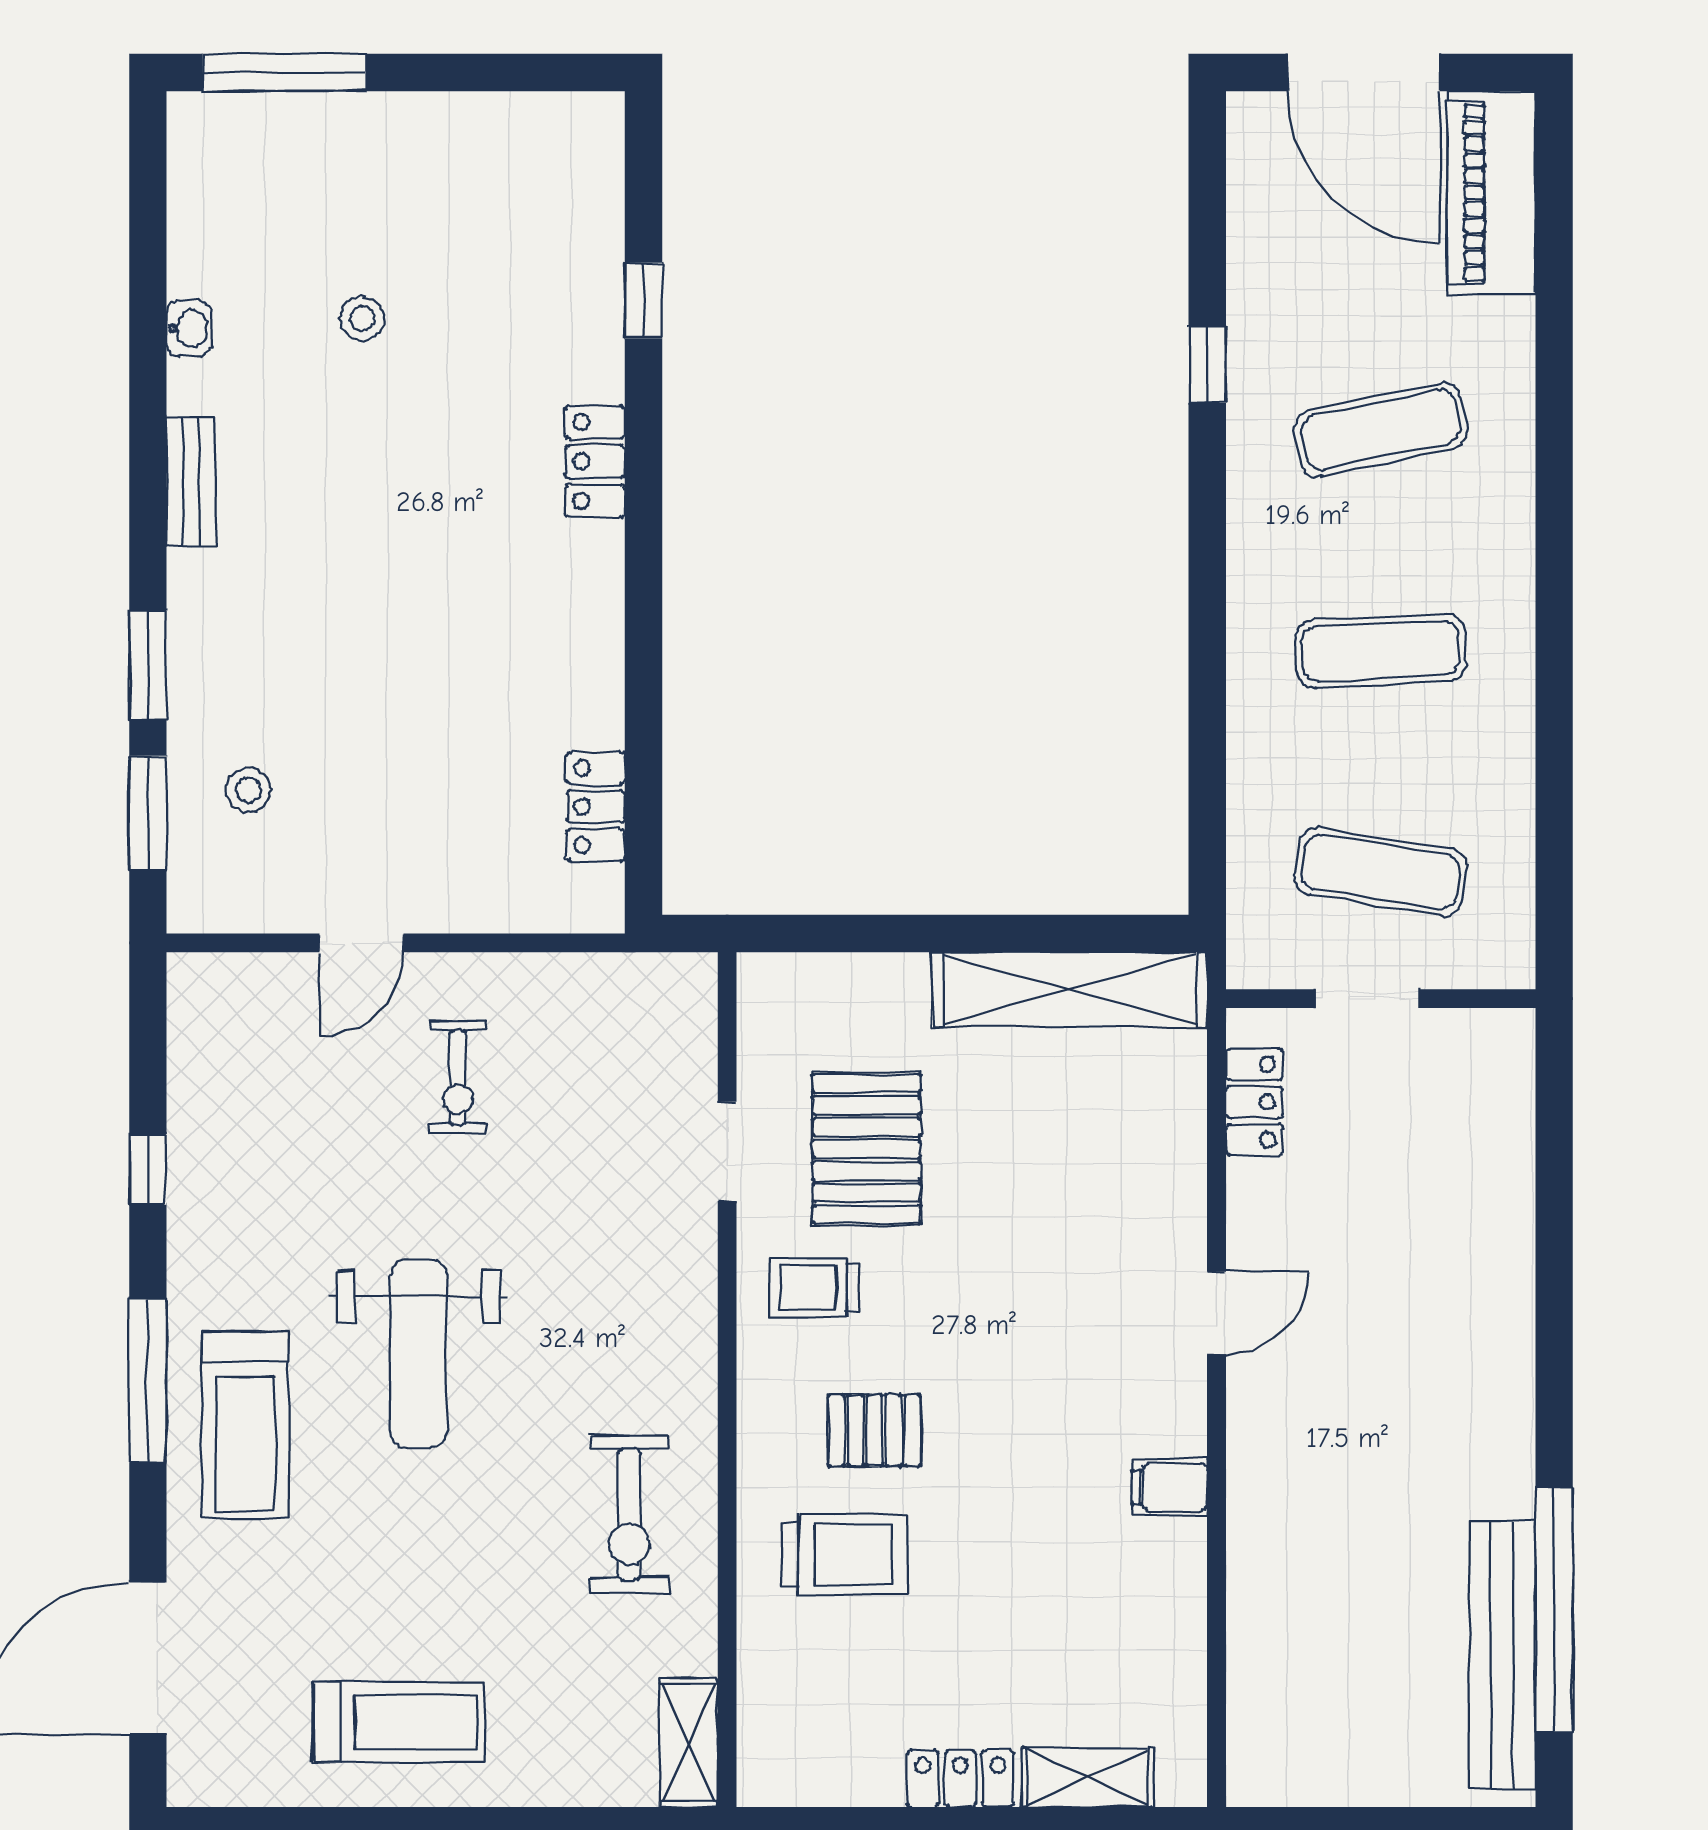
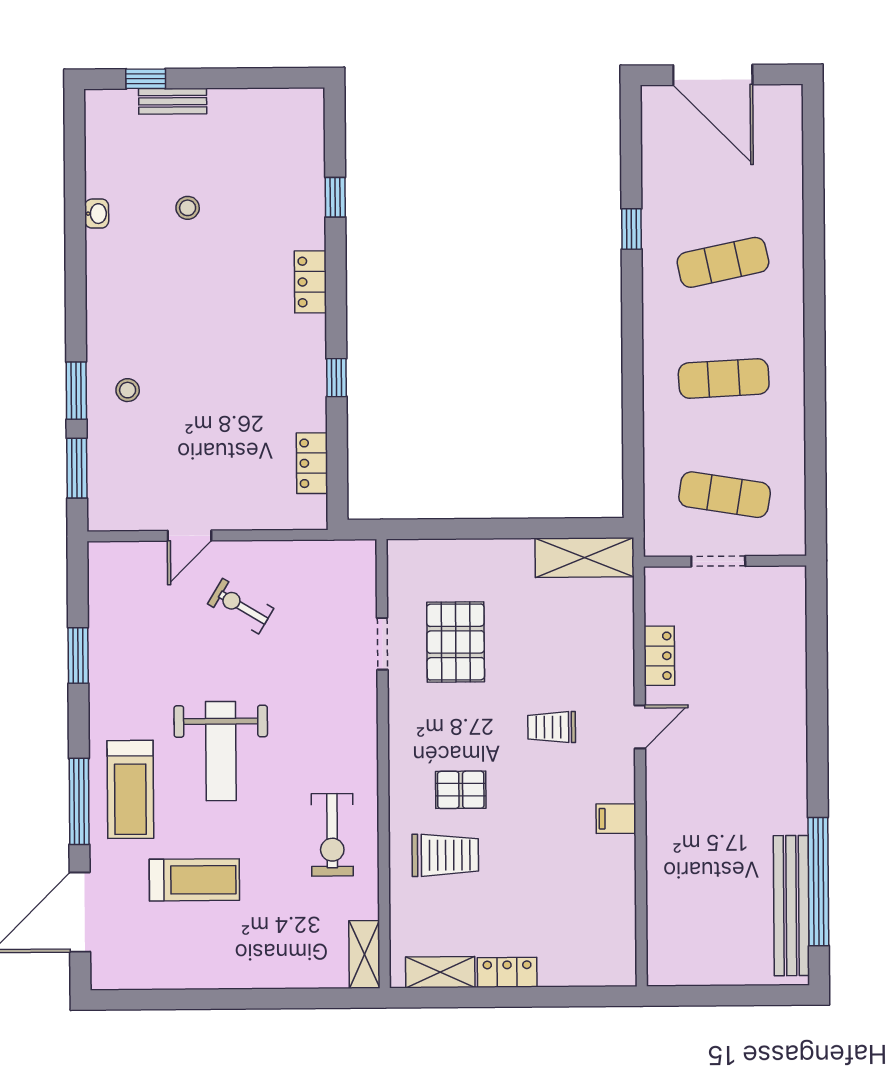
window: (284, 72) -> (146, 79), width x0.46
piano: (1491, 193) -> (780, 138), removed
bench: (191, 481) -> (173, 101), moved, turned 90
window: (643, 644) -> (337, 378), added
stool: (248, 790) -> (128, 390), moved
shelving: (1070, 990) -> (585, 557), width x0.68
exercise bike: (458, 1078) -> (241, 606), turned 121
locker: (1254, 1102) -> (659, 656), moved
window: (148, 1169) -> (78, 655), width x1.50
trolley: (814, 1288) -> (552, 727), moved
window: (148, 1381) -> (79, 801), moved
treadmill: (399, 1722) -> (194, 880), moved
shelving: (1087, 1777) -> (440, 972), moved

